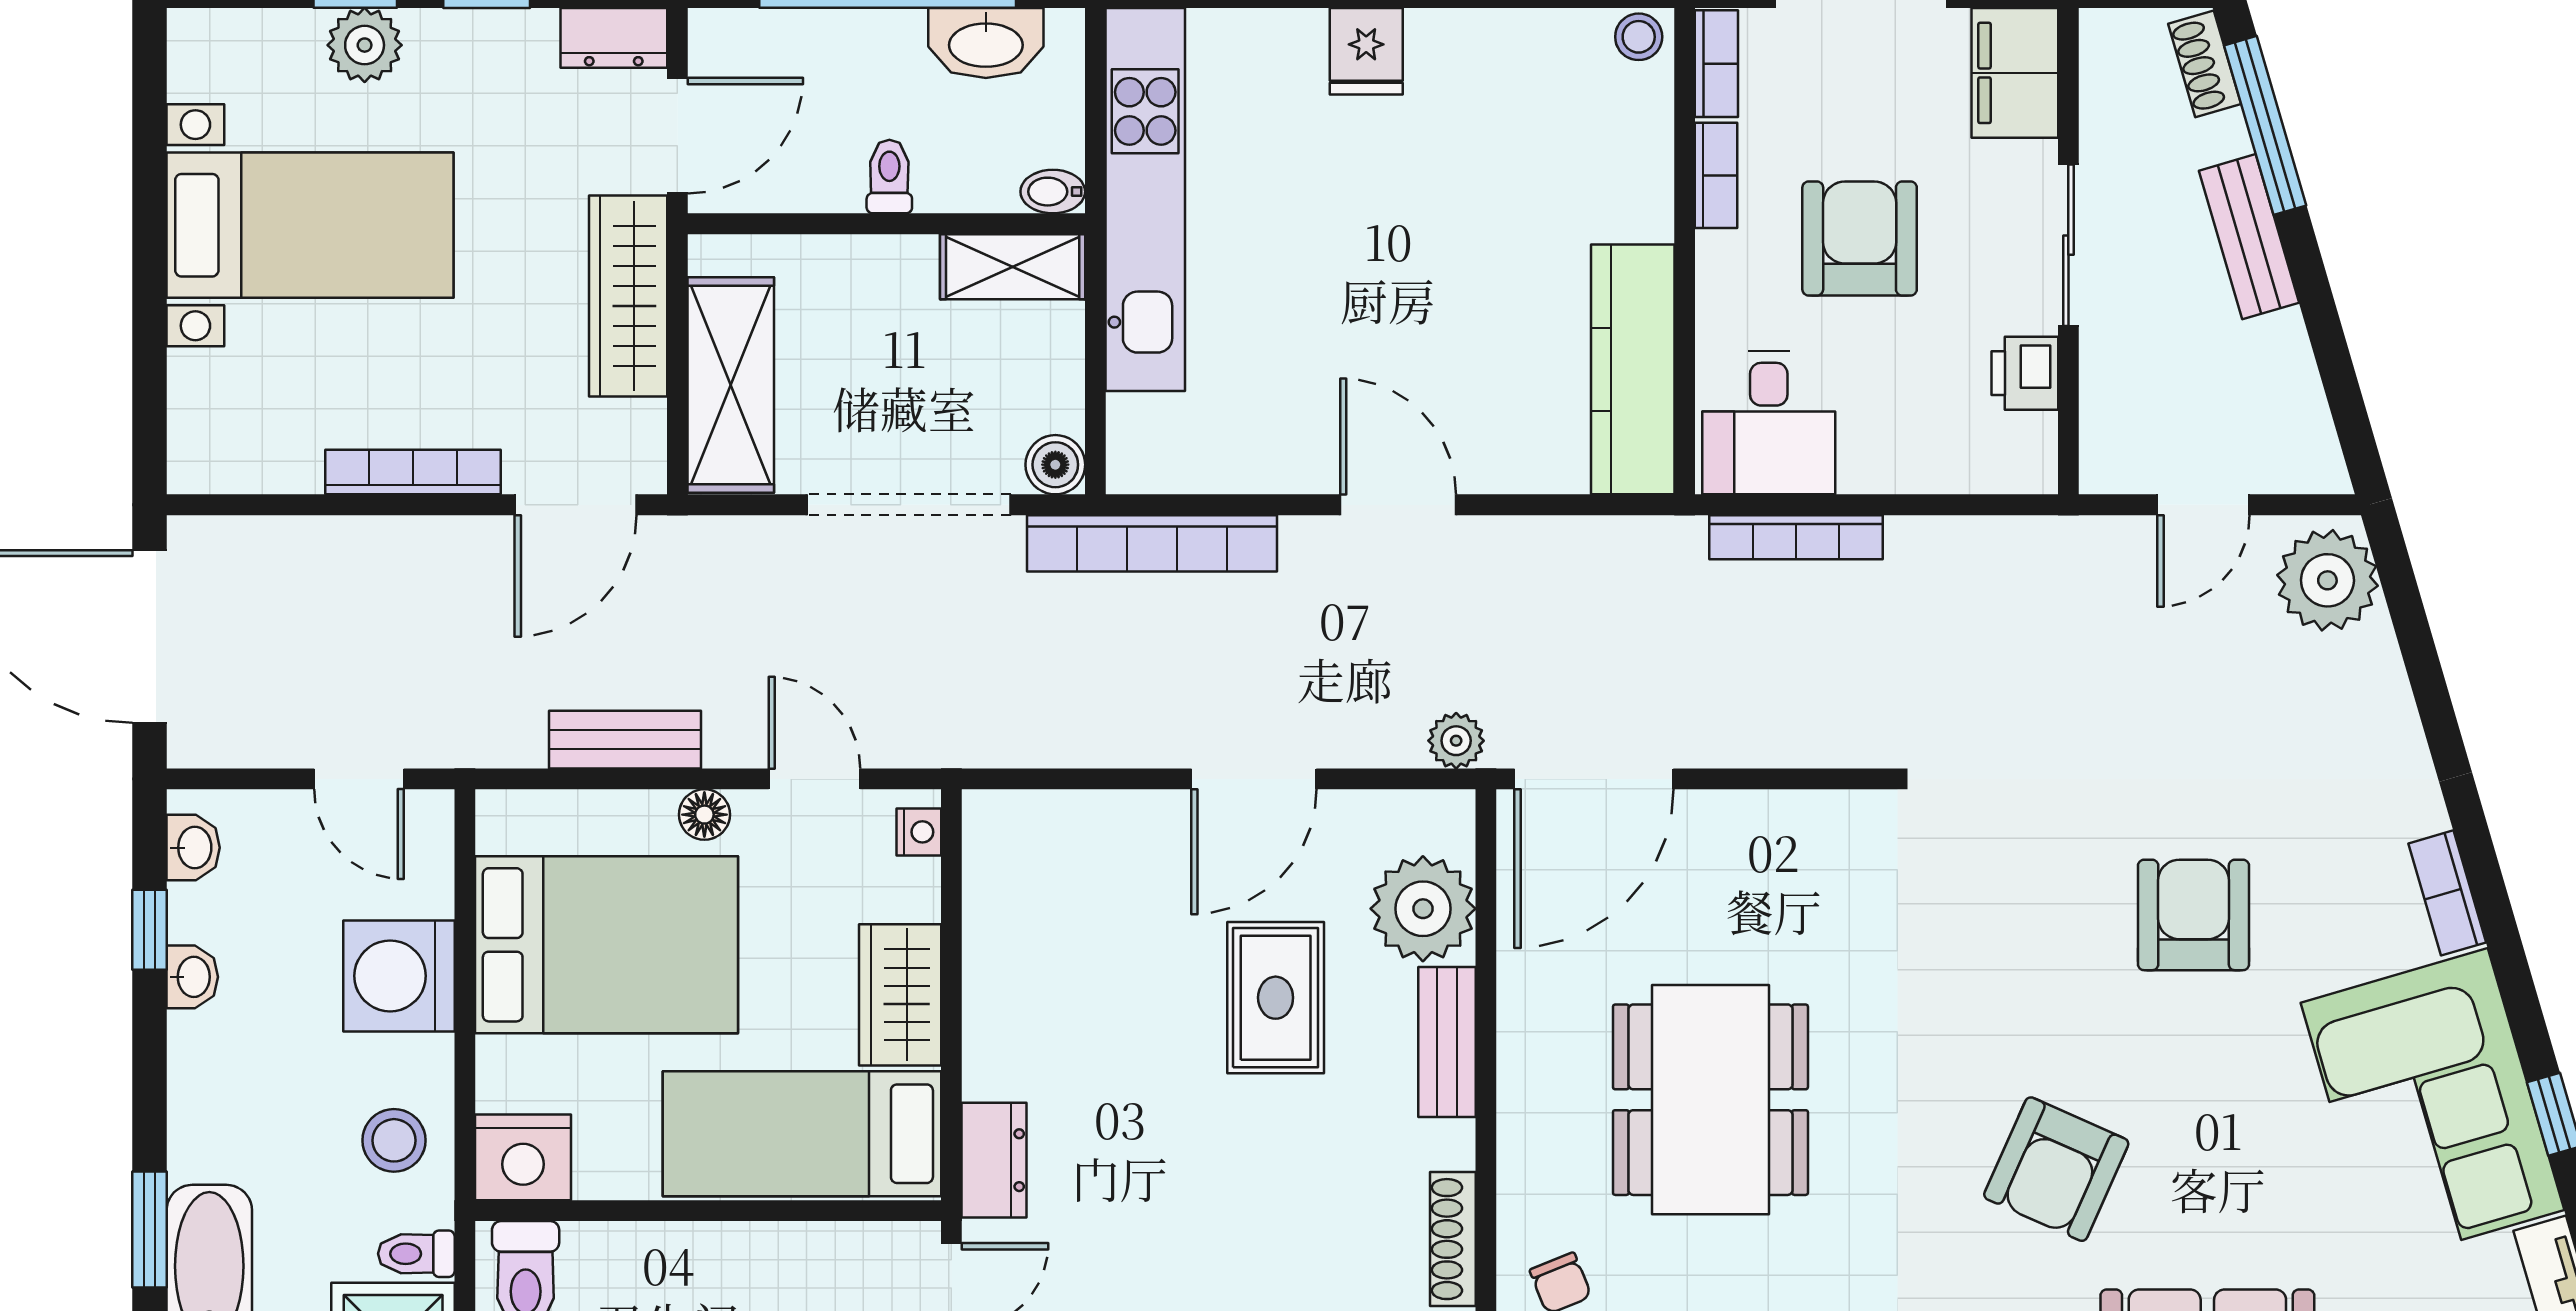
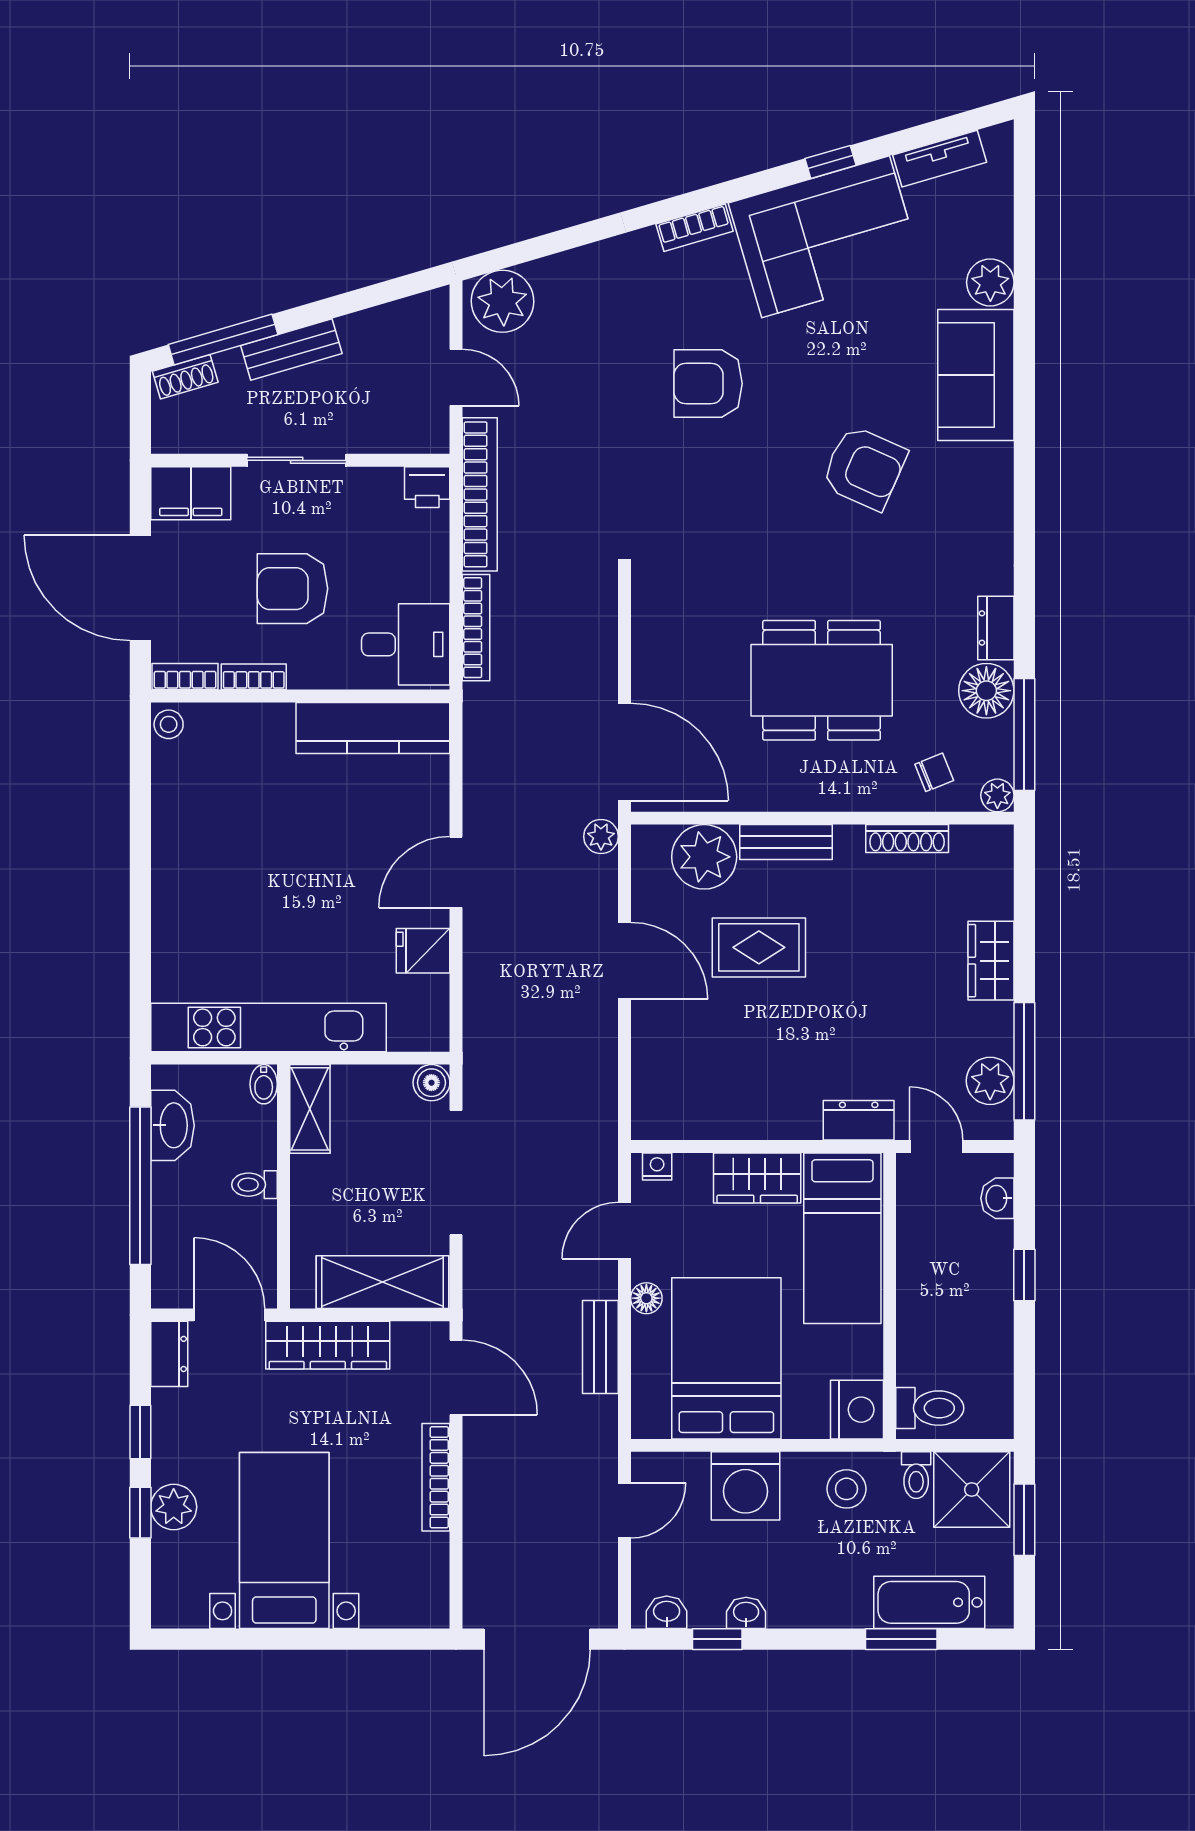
fridge: (1366, 51) -> (423, 951), moved, turned 180
printer: (2025, 373) -> (427, 487), moved
bookcase: (1152, 543) -> (480, 494), moved

